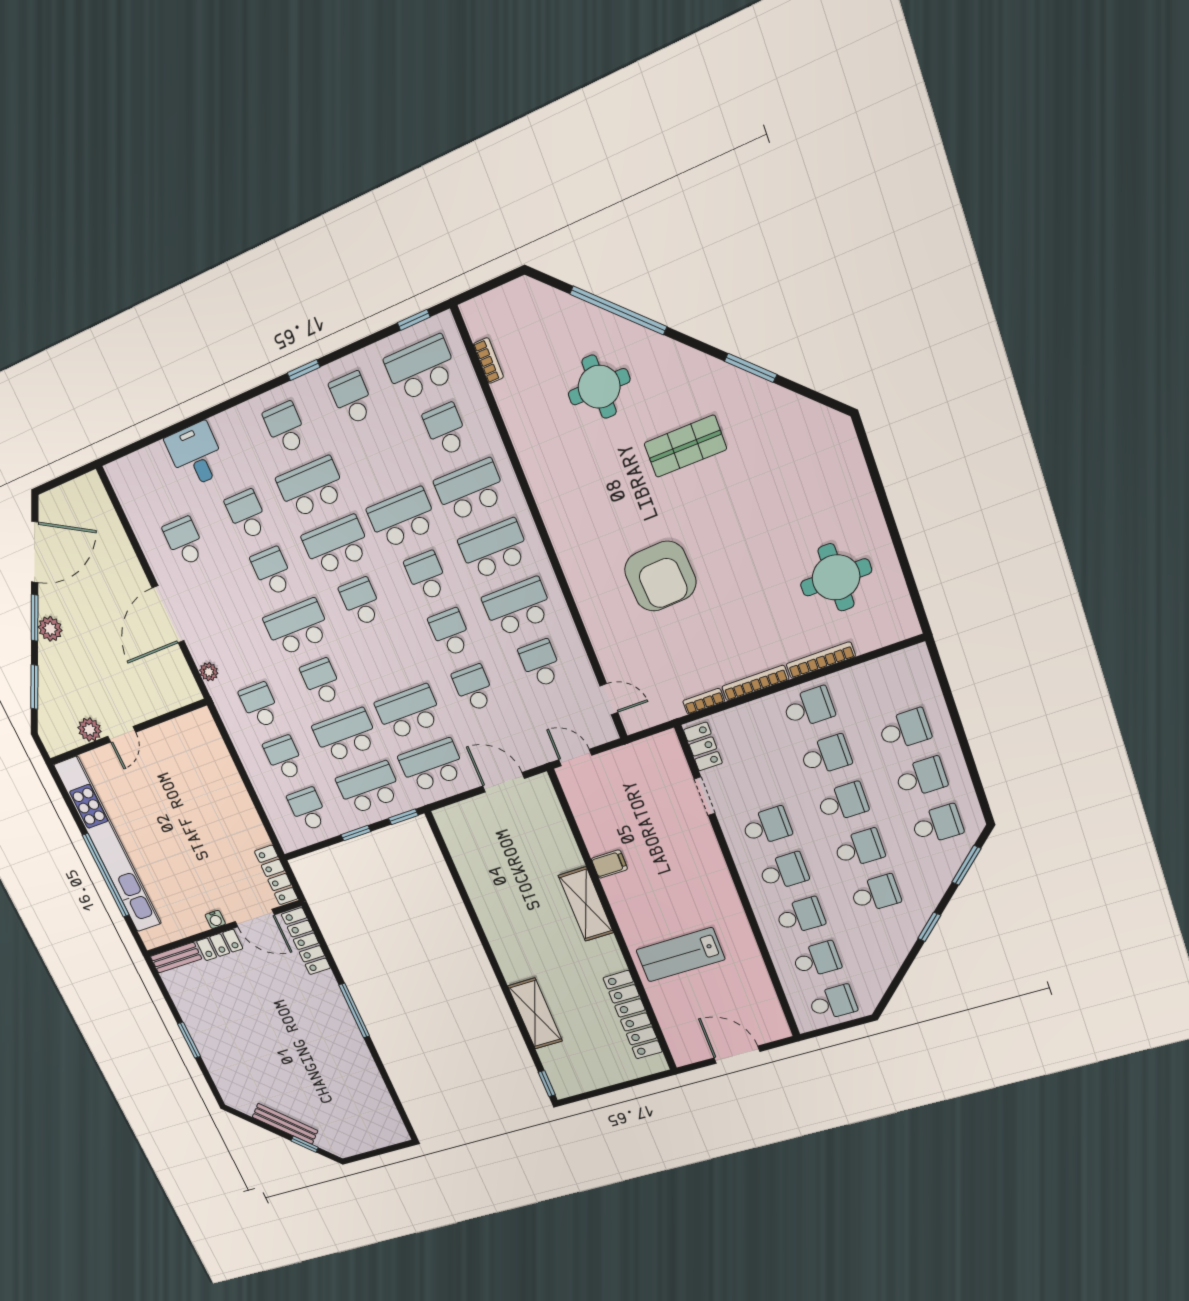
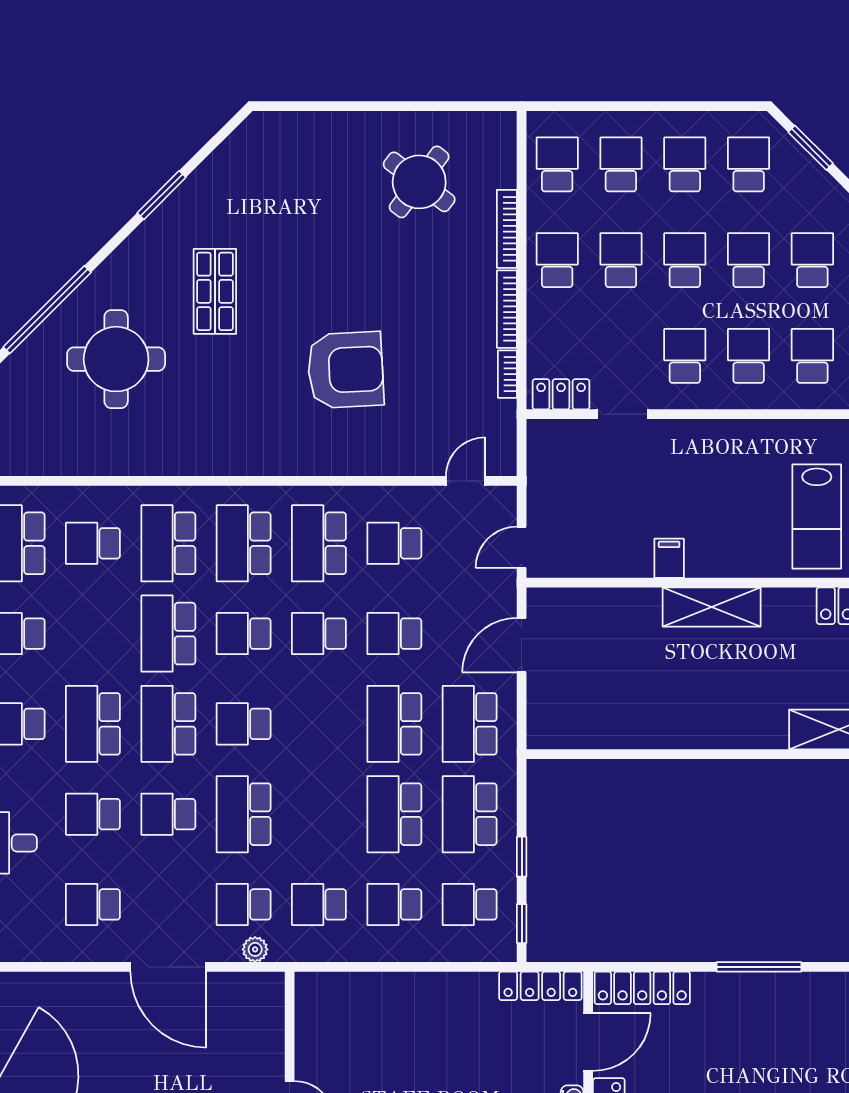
bookcase: (488, 361) -> (41, 466), removed
round table: (599, 387) -> (116, 359), width x1.36, depth x1.36
round table: (836, 577) -> (419, 182), turned 37
school desk: (888, 681) -> (557, 164), added
school desk: (322, 682) -> (244, 904), moved
window: (403, 817) -> (522, 924), moved

